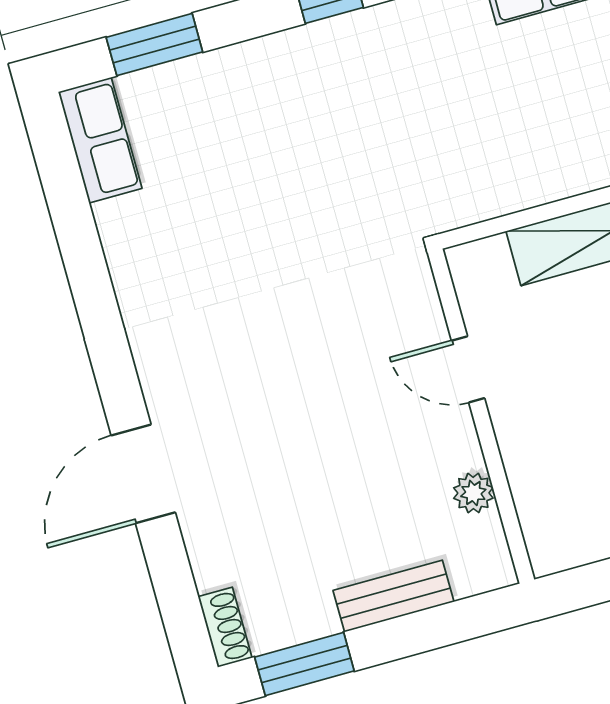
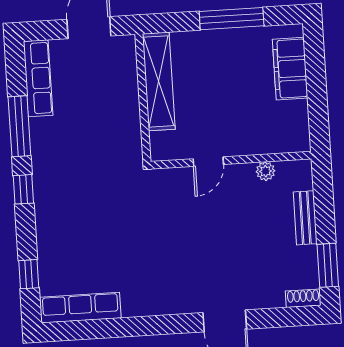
window: (154, 45) -> (29, 274), width x0.67
row of seats: (100, 140) -> (80, 308), width x1.48

